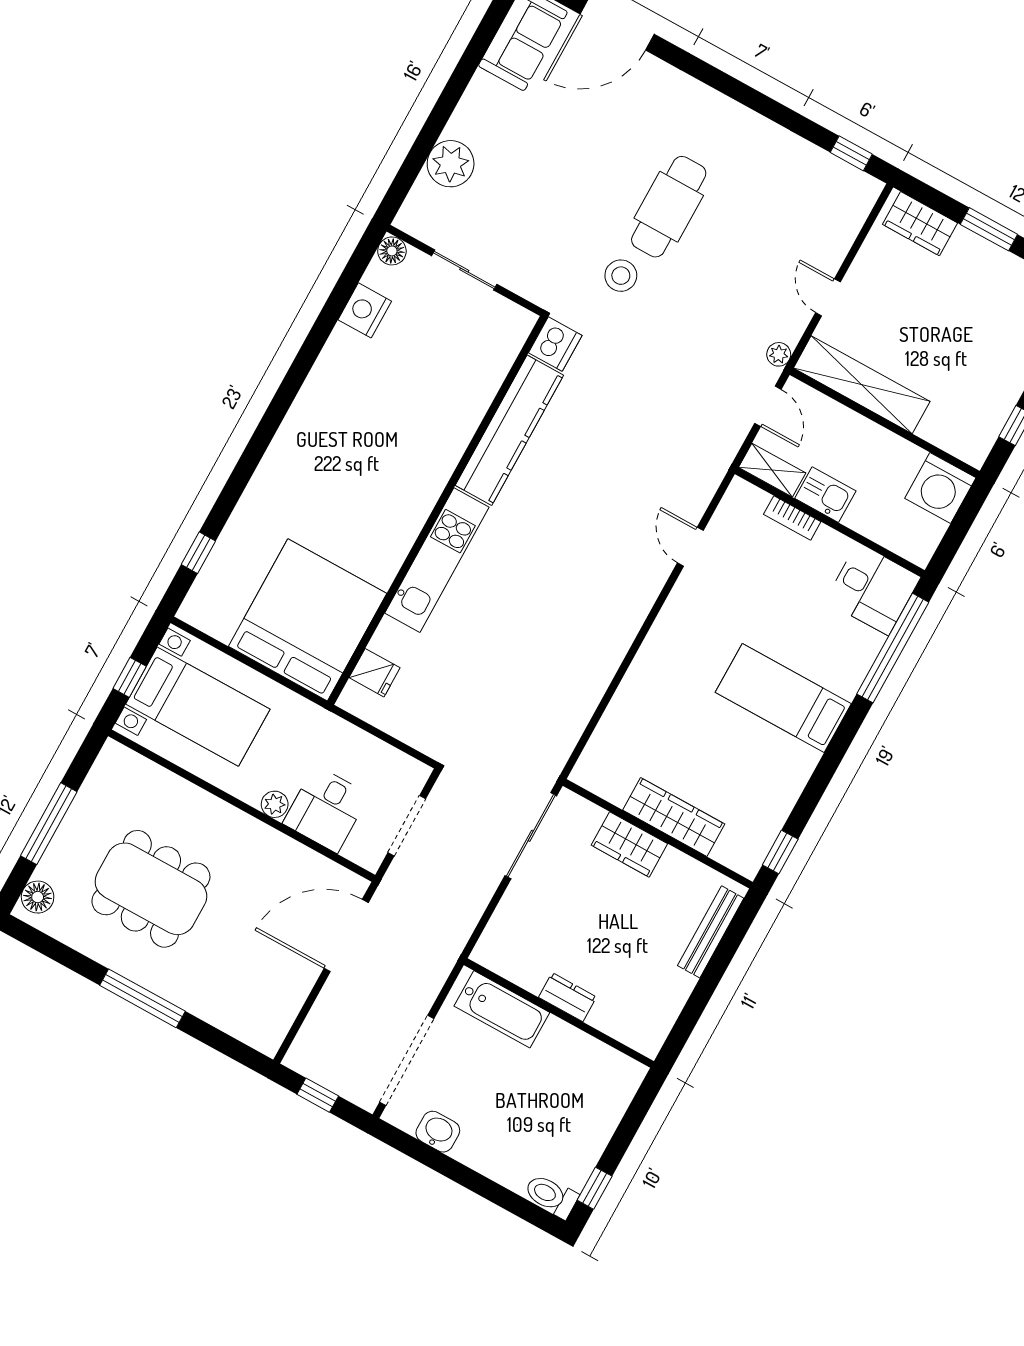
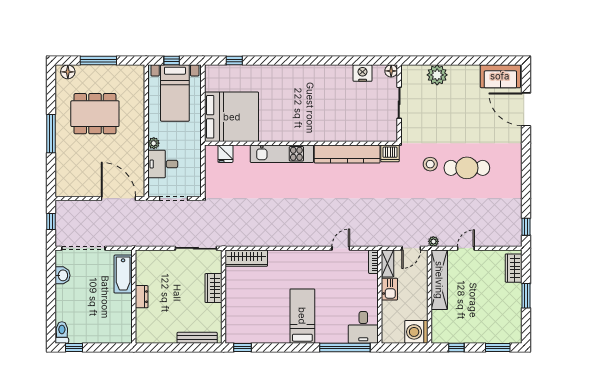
bookcase: (792, 518) -> (373, 262), moved
wardrobe: (674, 817) -> (246, 258), moved, turned 90
dining table: (151, 889) -> (95, 114), turned 90

